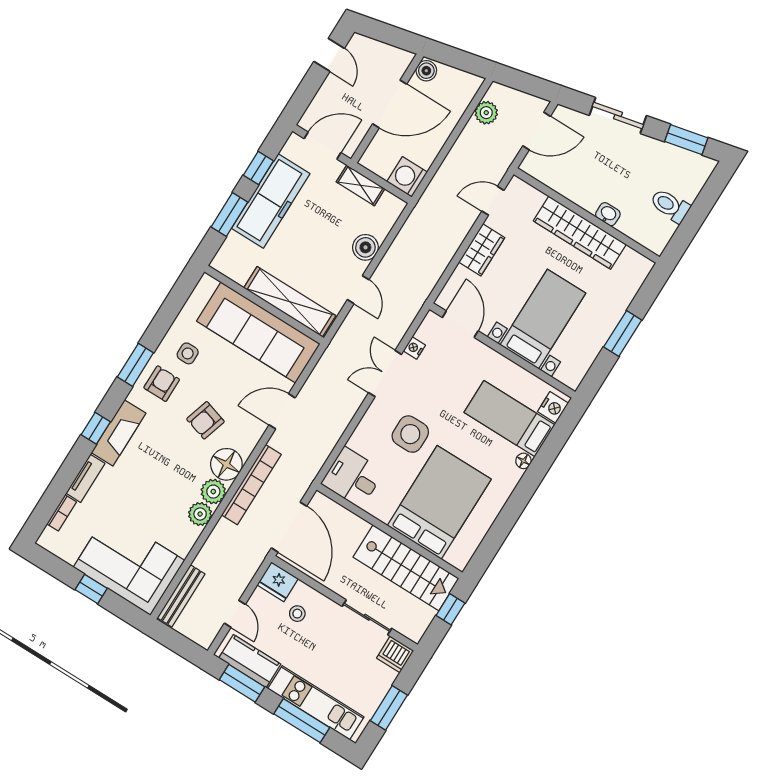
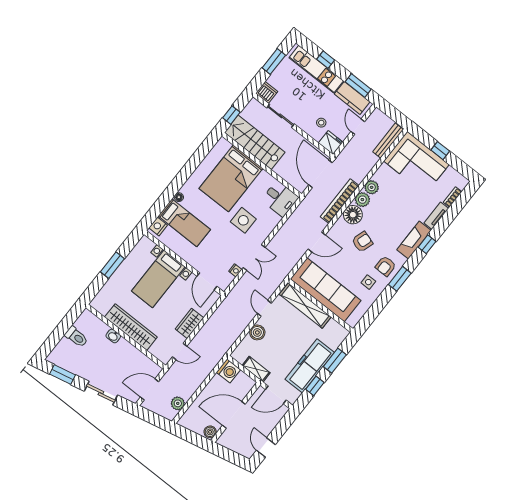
window: (302, 721) -> (326, 60), width x0.46

